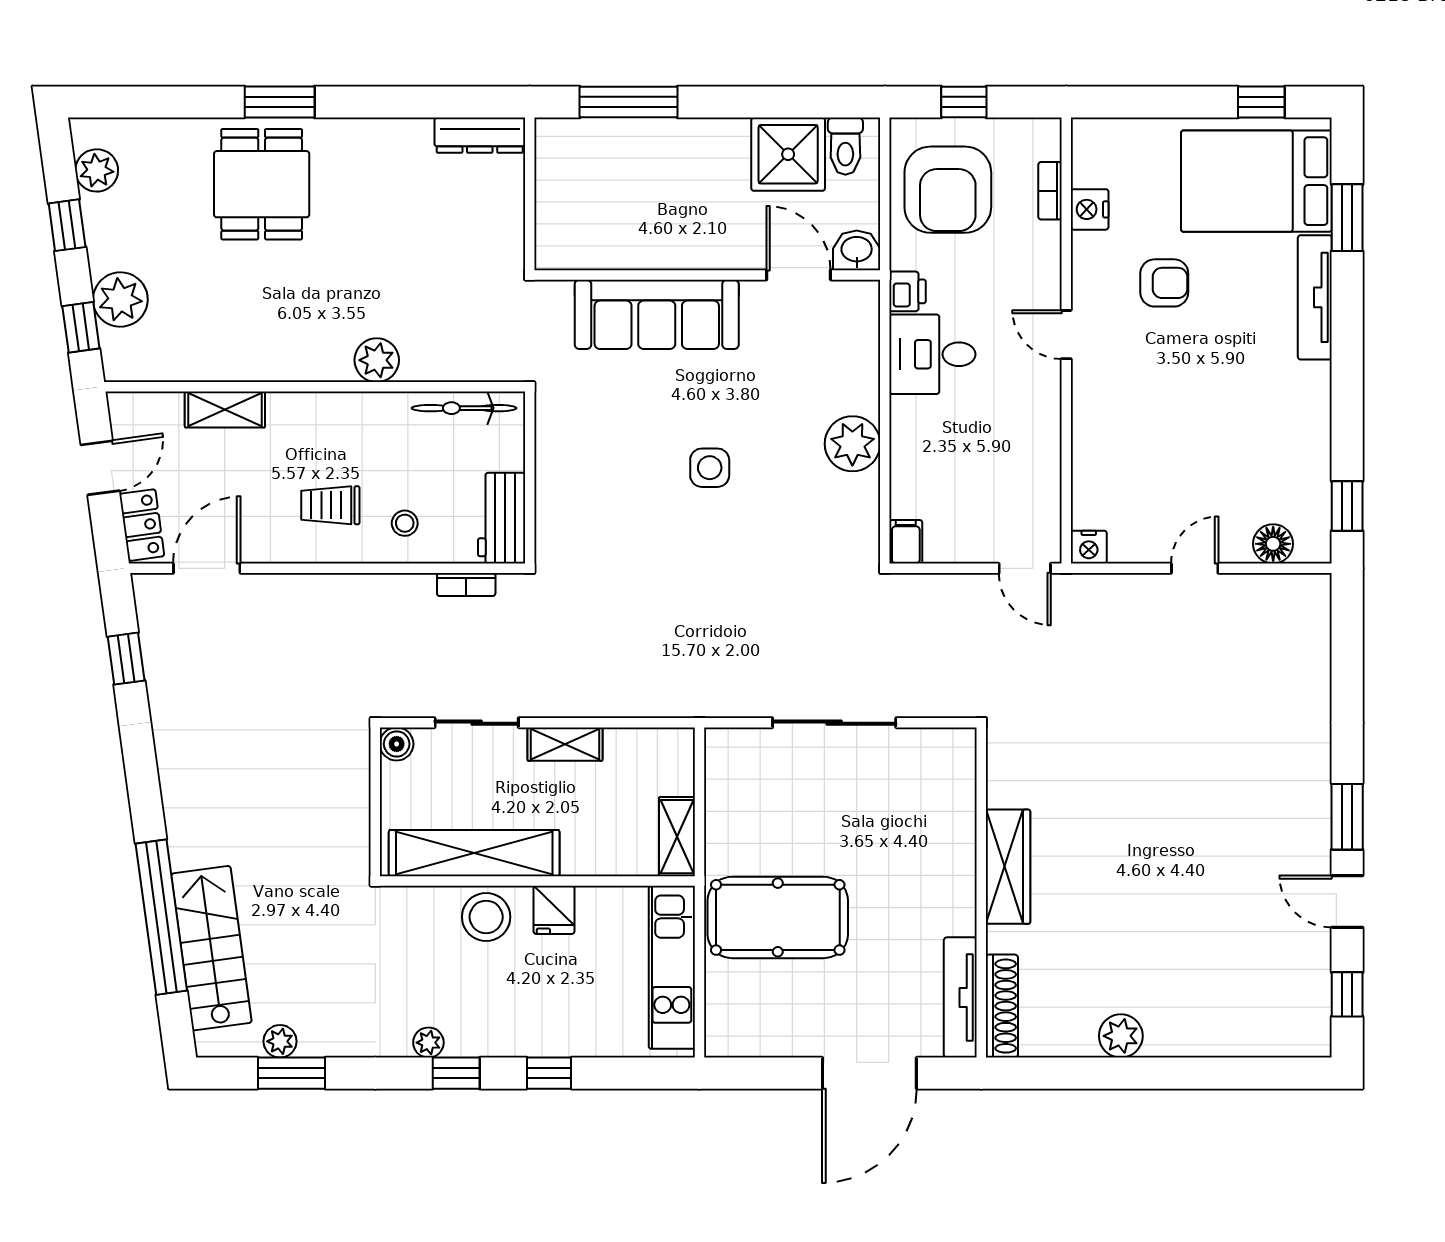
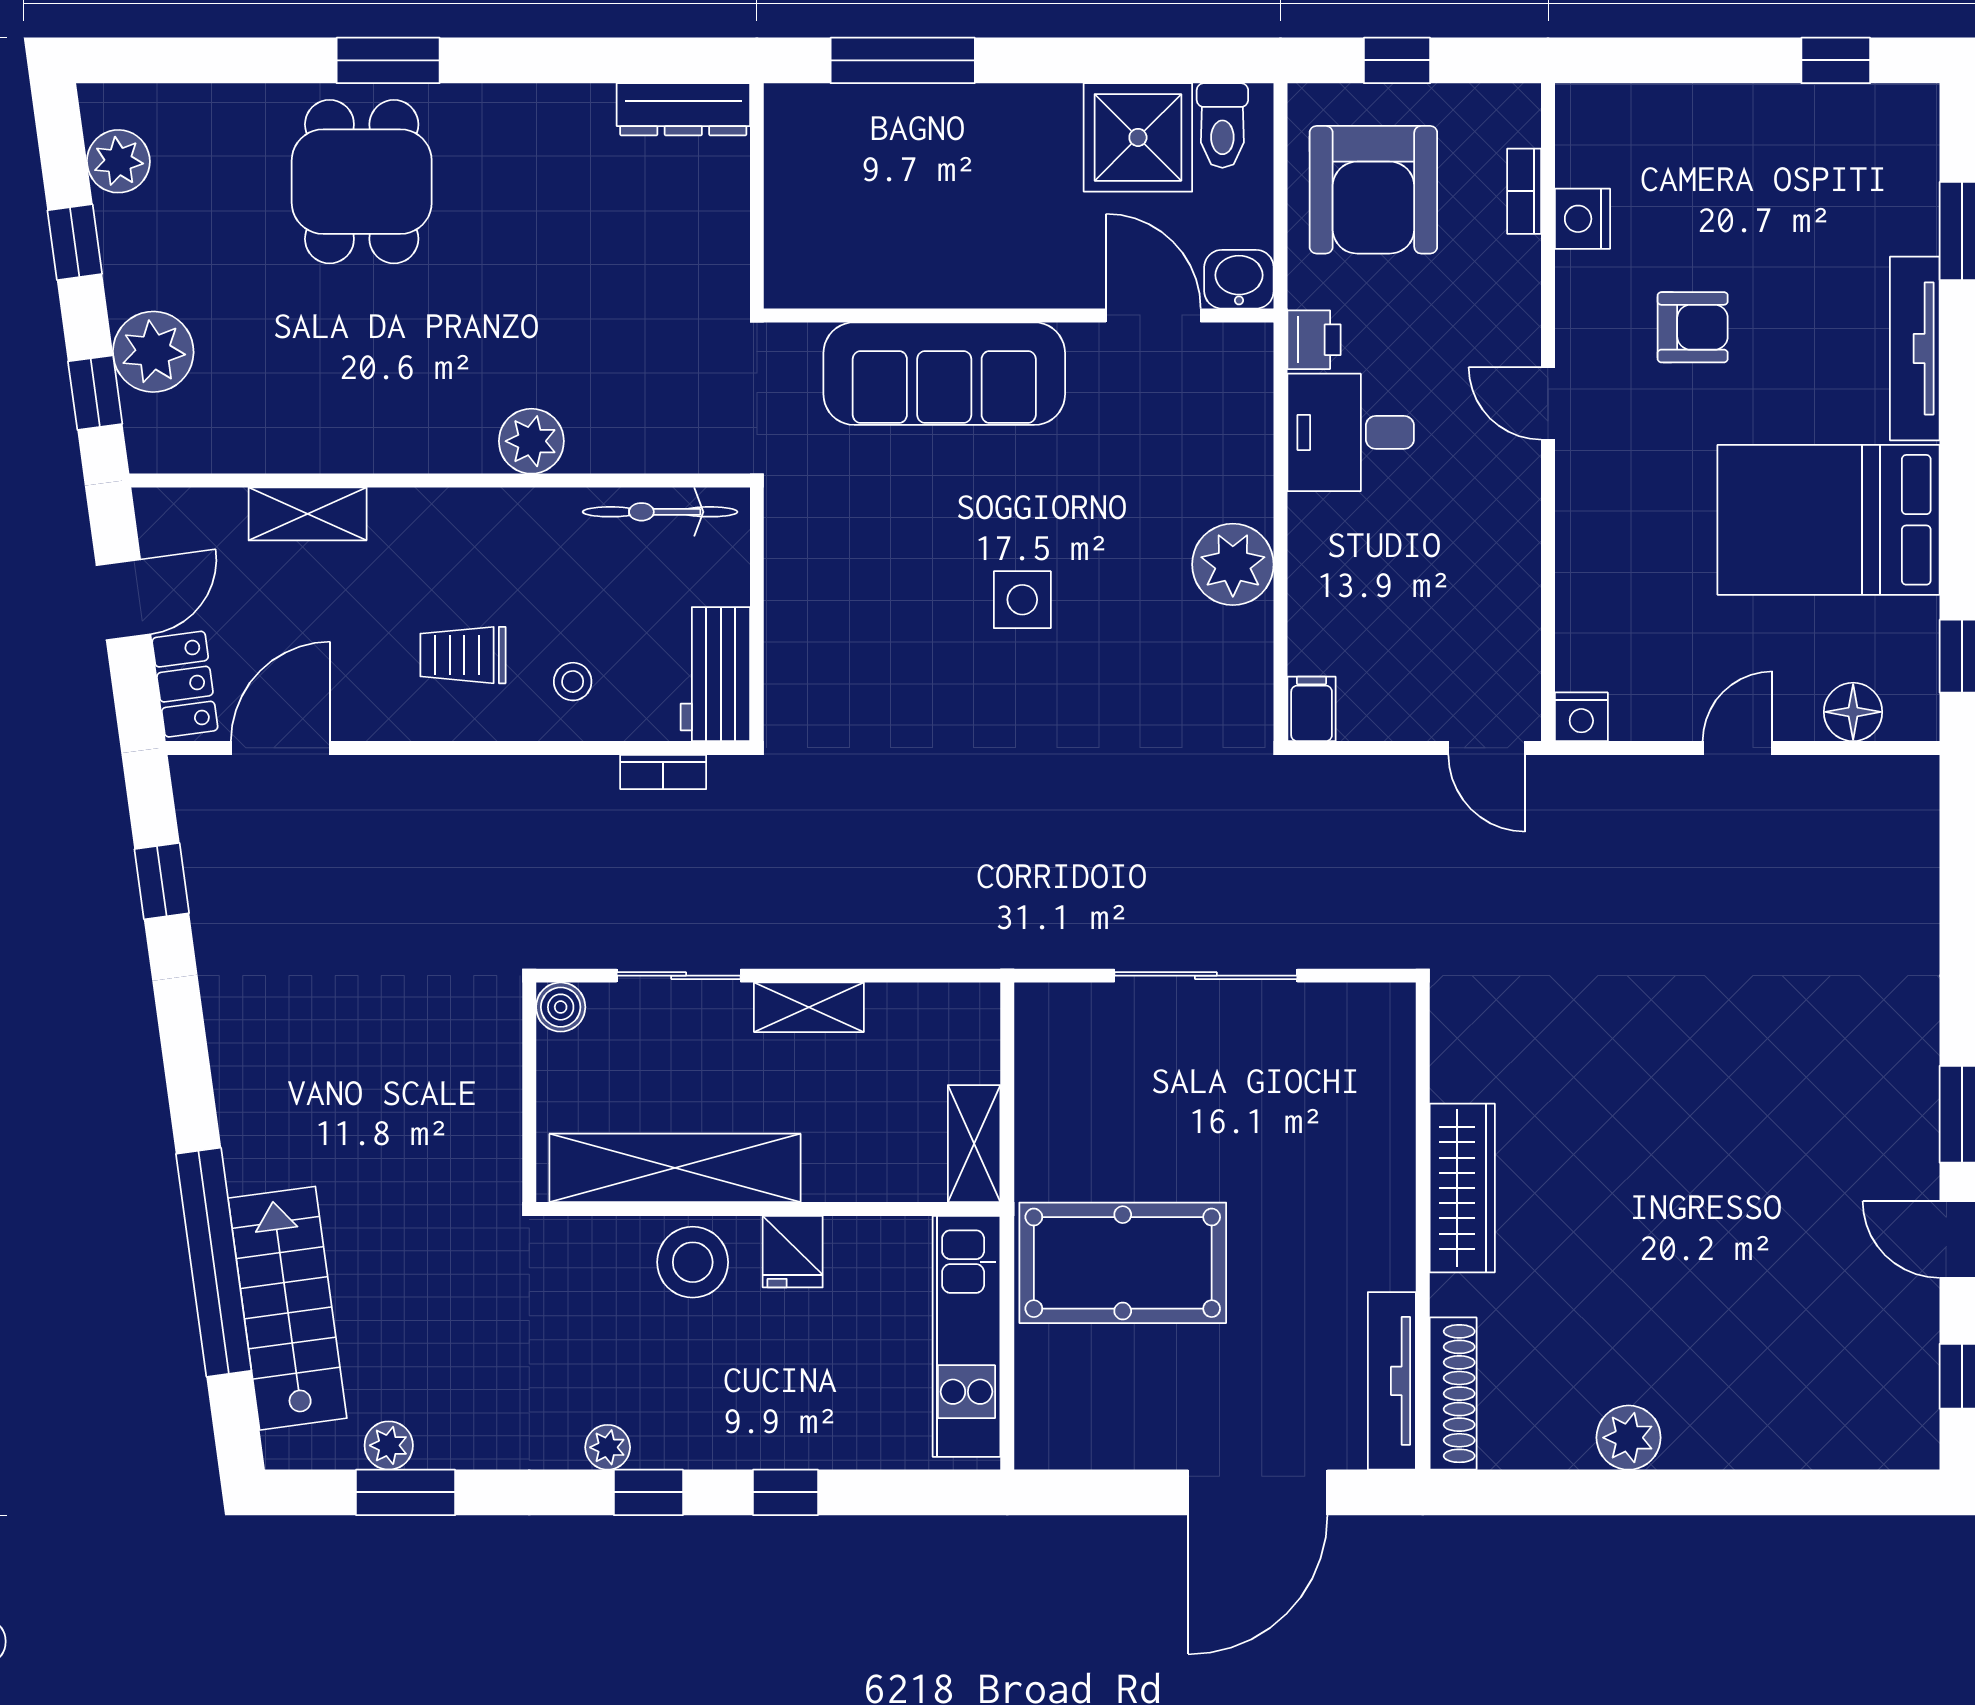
bed: (1256, 181) -> (1828, 520), moved

